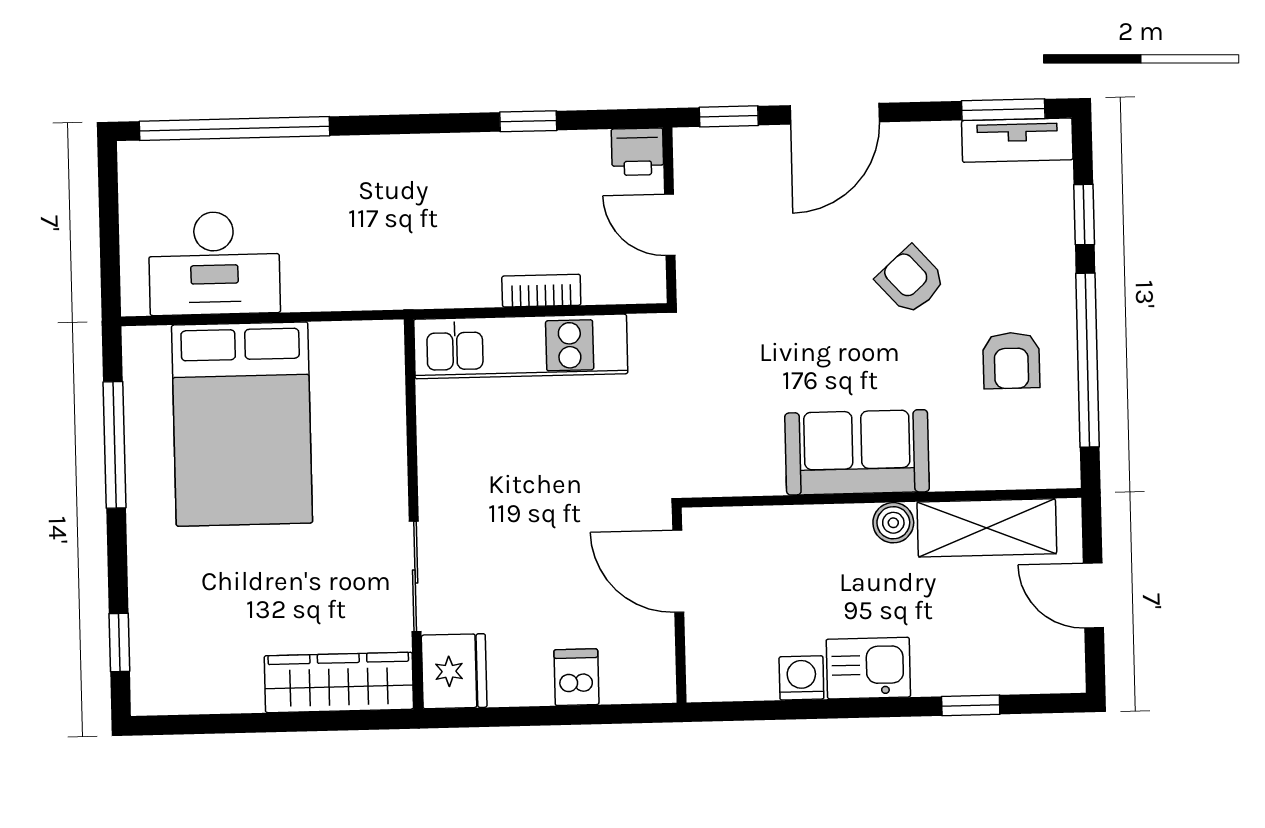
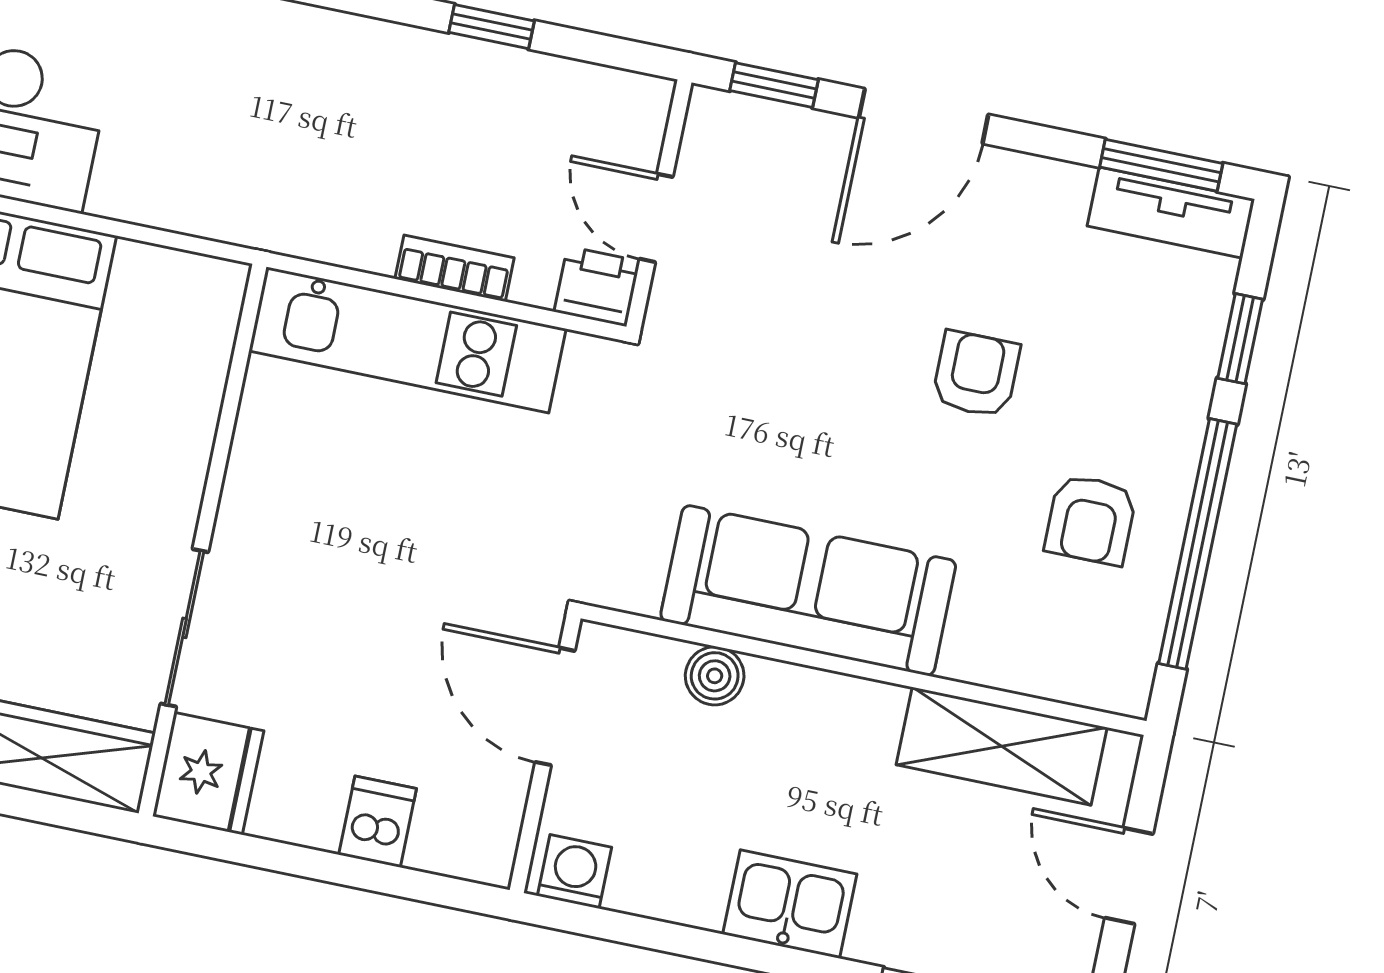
printer: (637, 152) -> (597, 286), moved, turned 180
armchair: (911, 280) -> (976, 374), turned 42
sofa: (857, 452) -> (808, 591), width x1.36
boiler: (893, 523) -> (715, 676), moved
washing machine: (801, 678) -> (575, 872), moved

